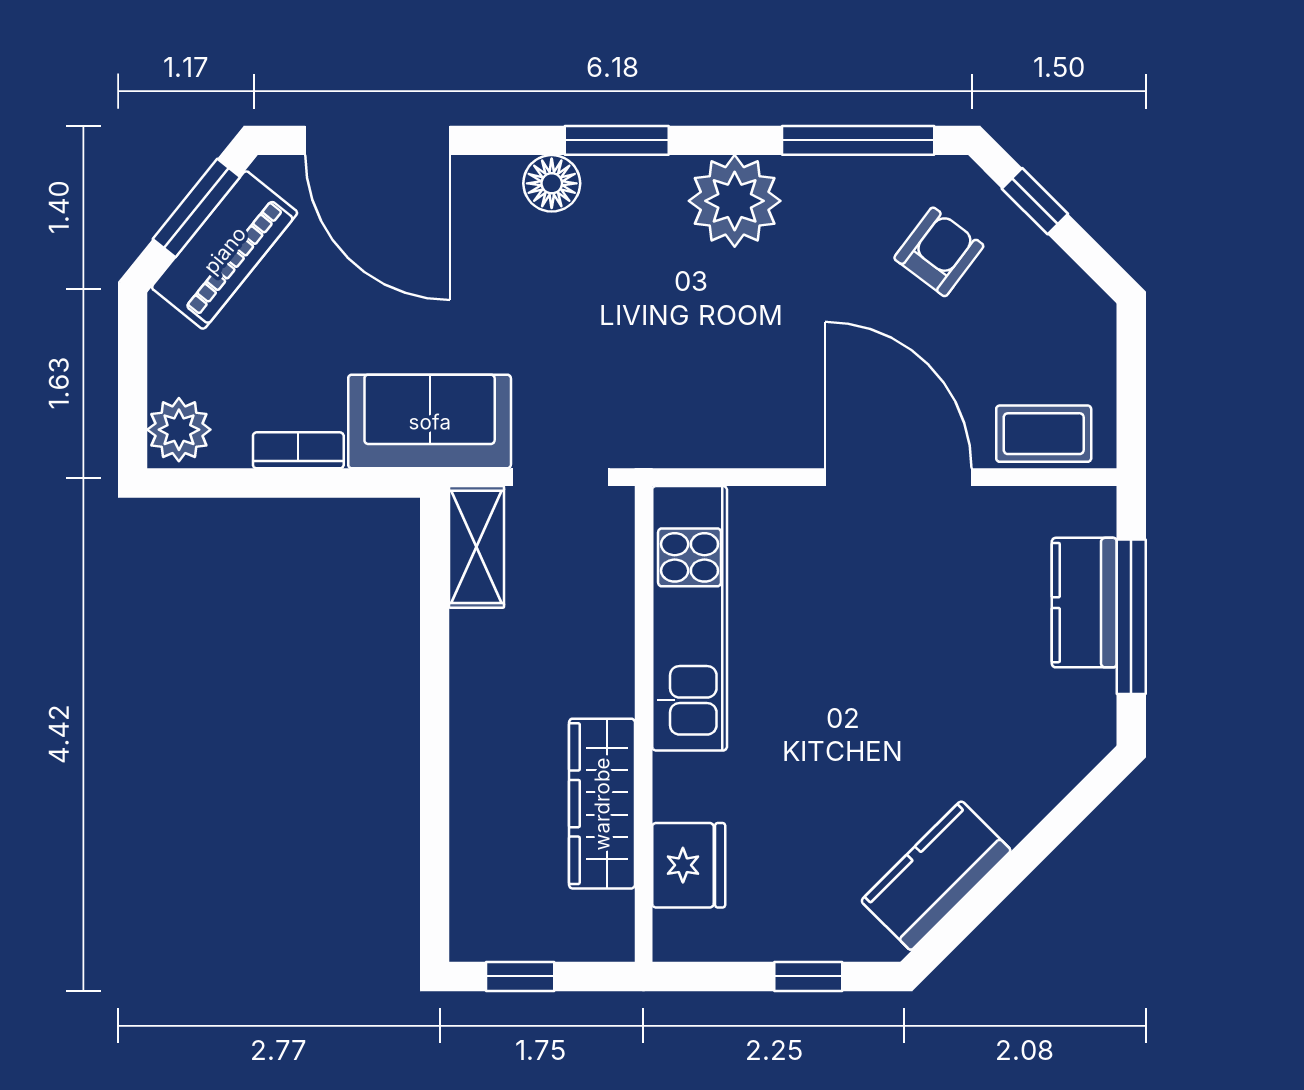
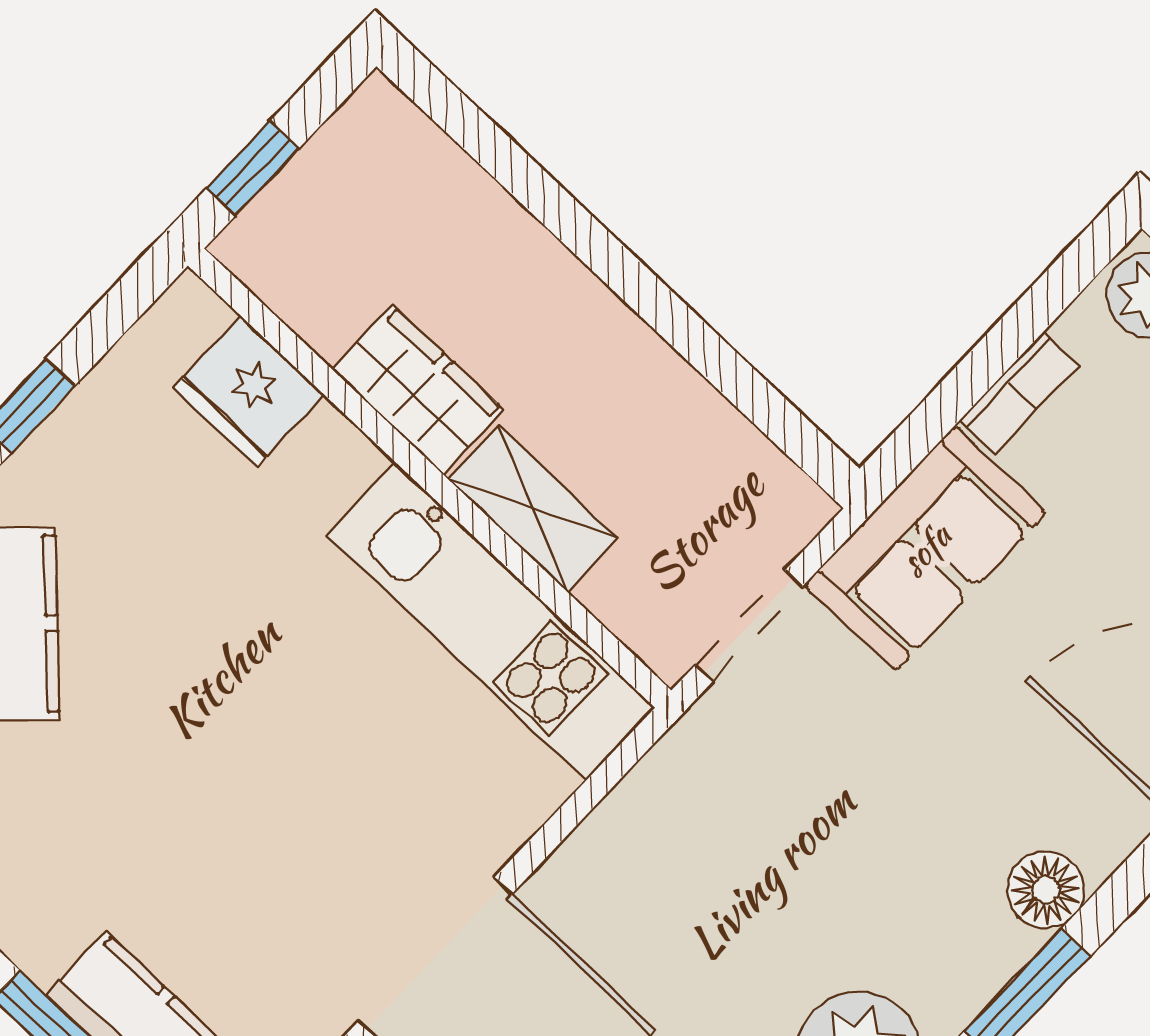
shelving: (477, 547) -> (533, 509), moved
wardrobe: (602, 804) -> (418, 390), width x0.67
window: (520, 976) -> (253, 168), moved

